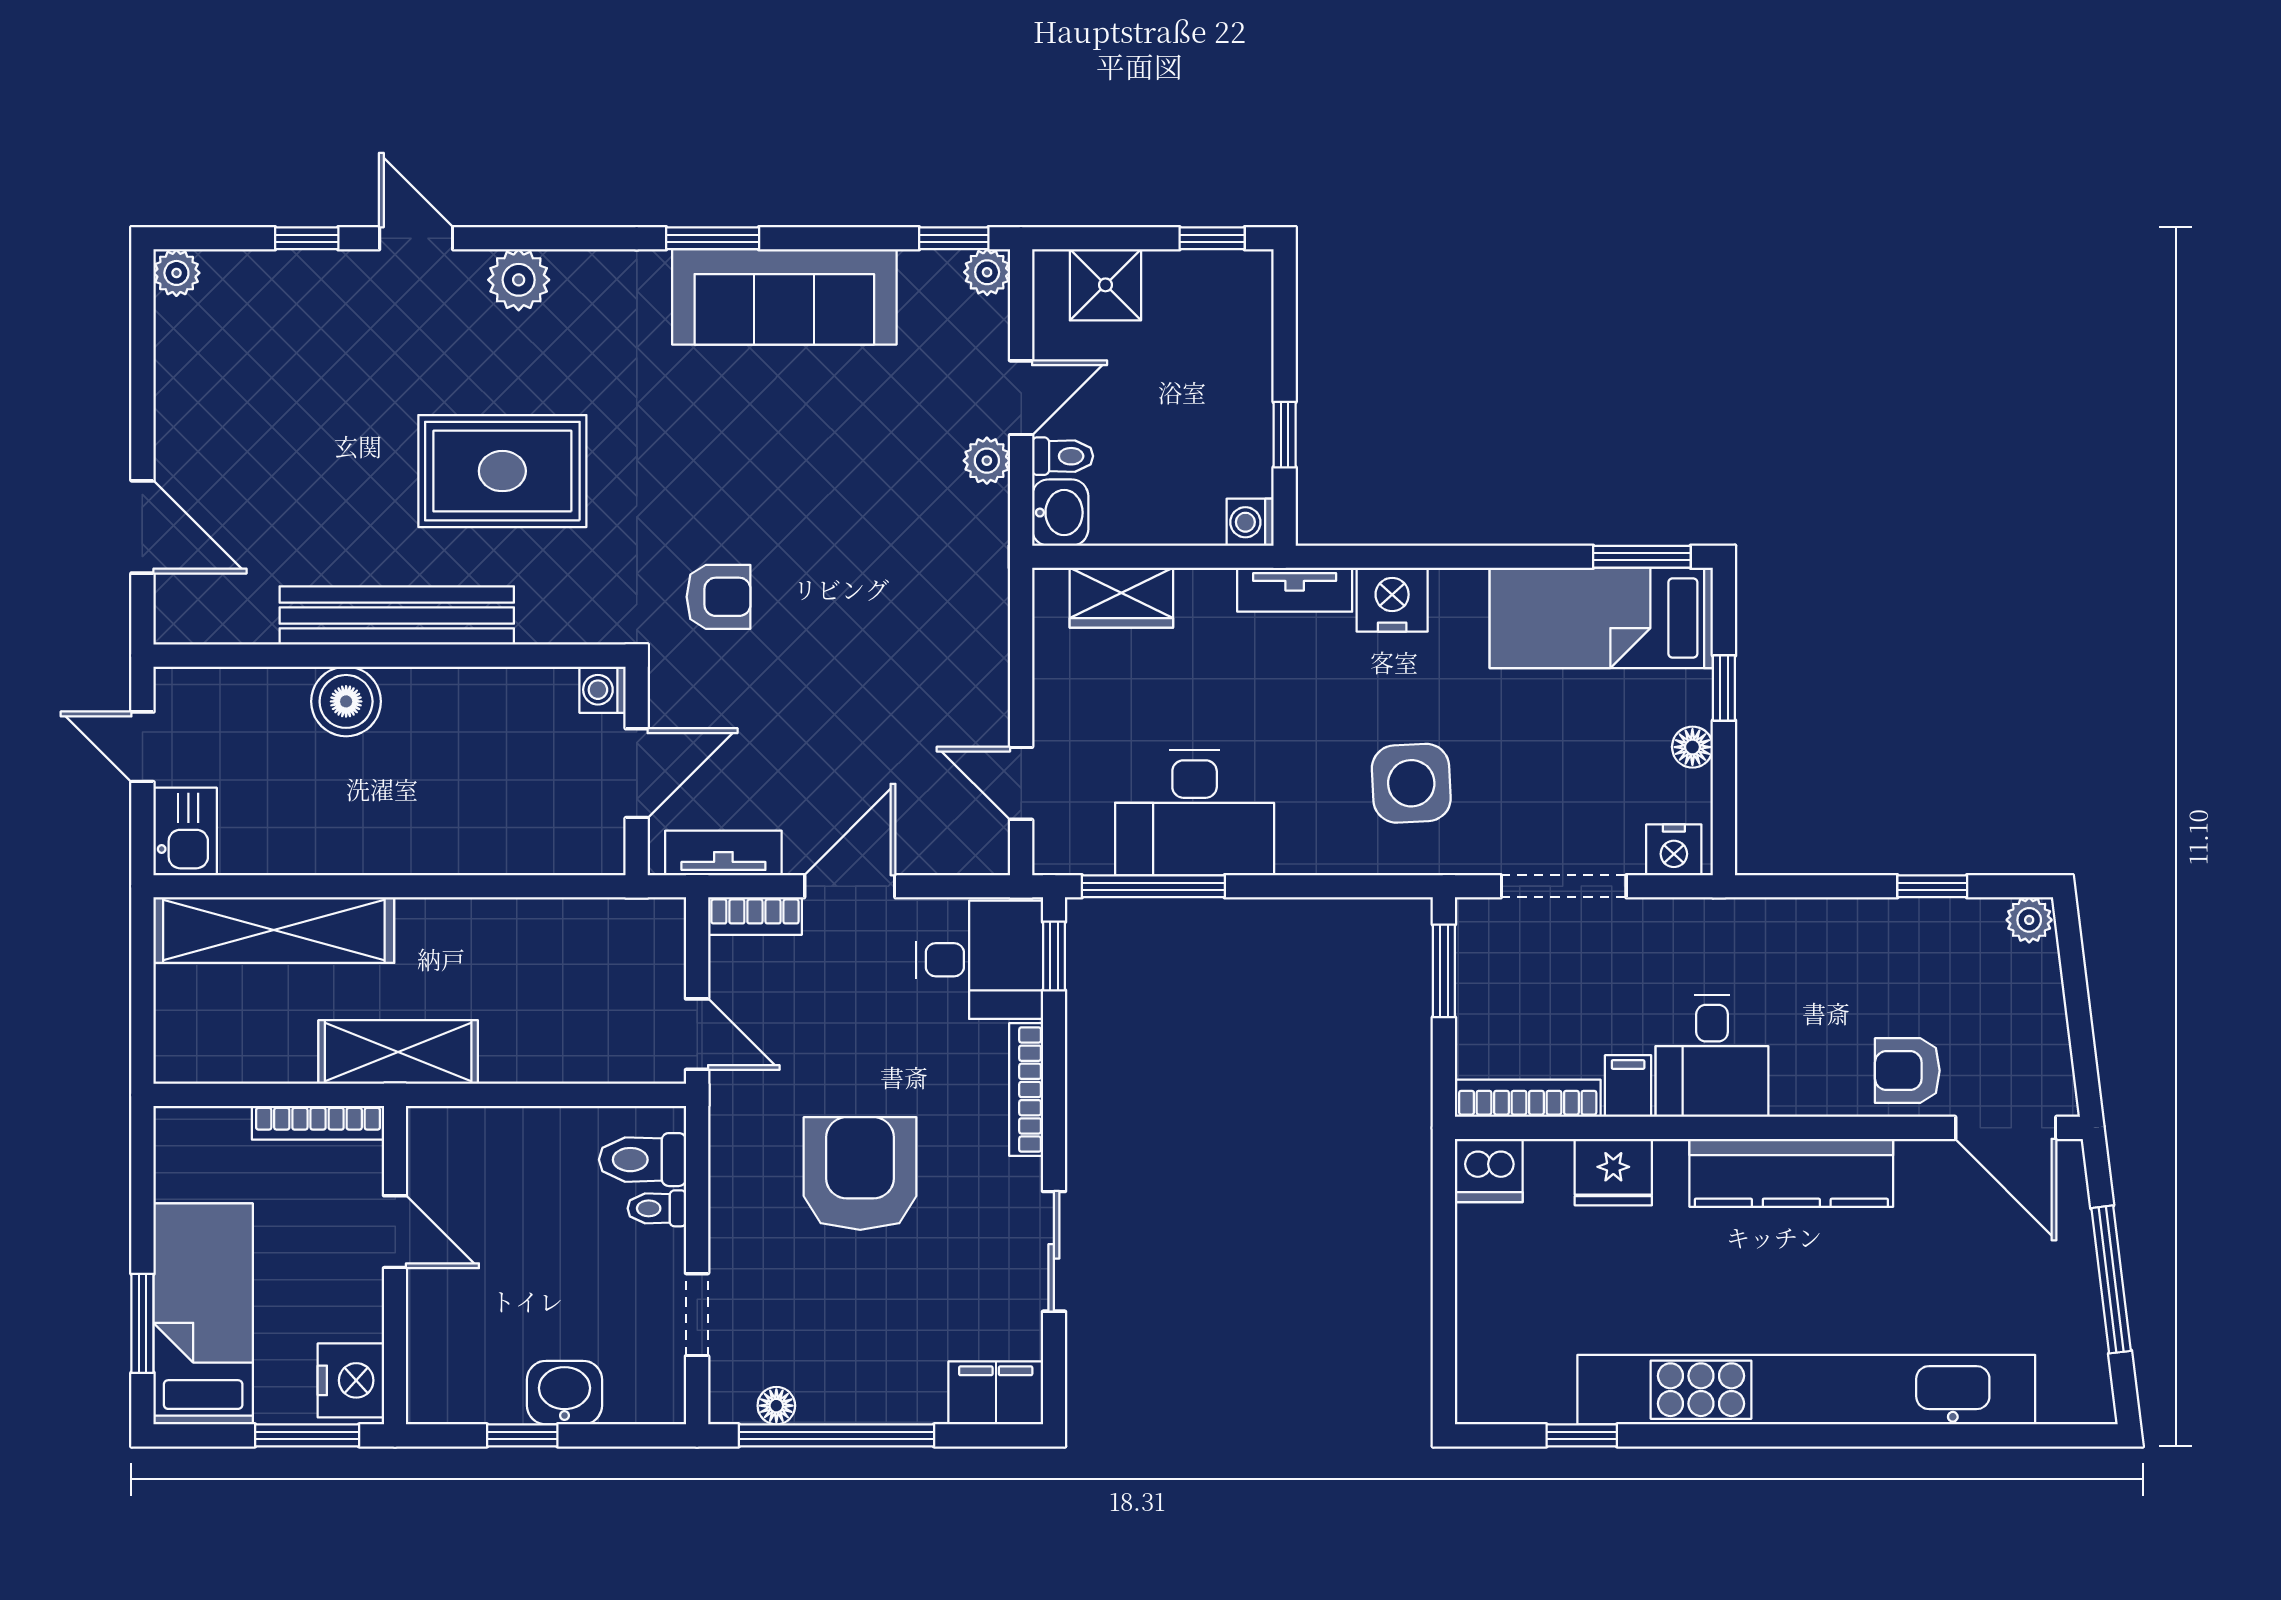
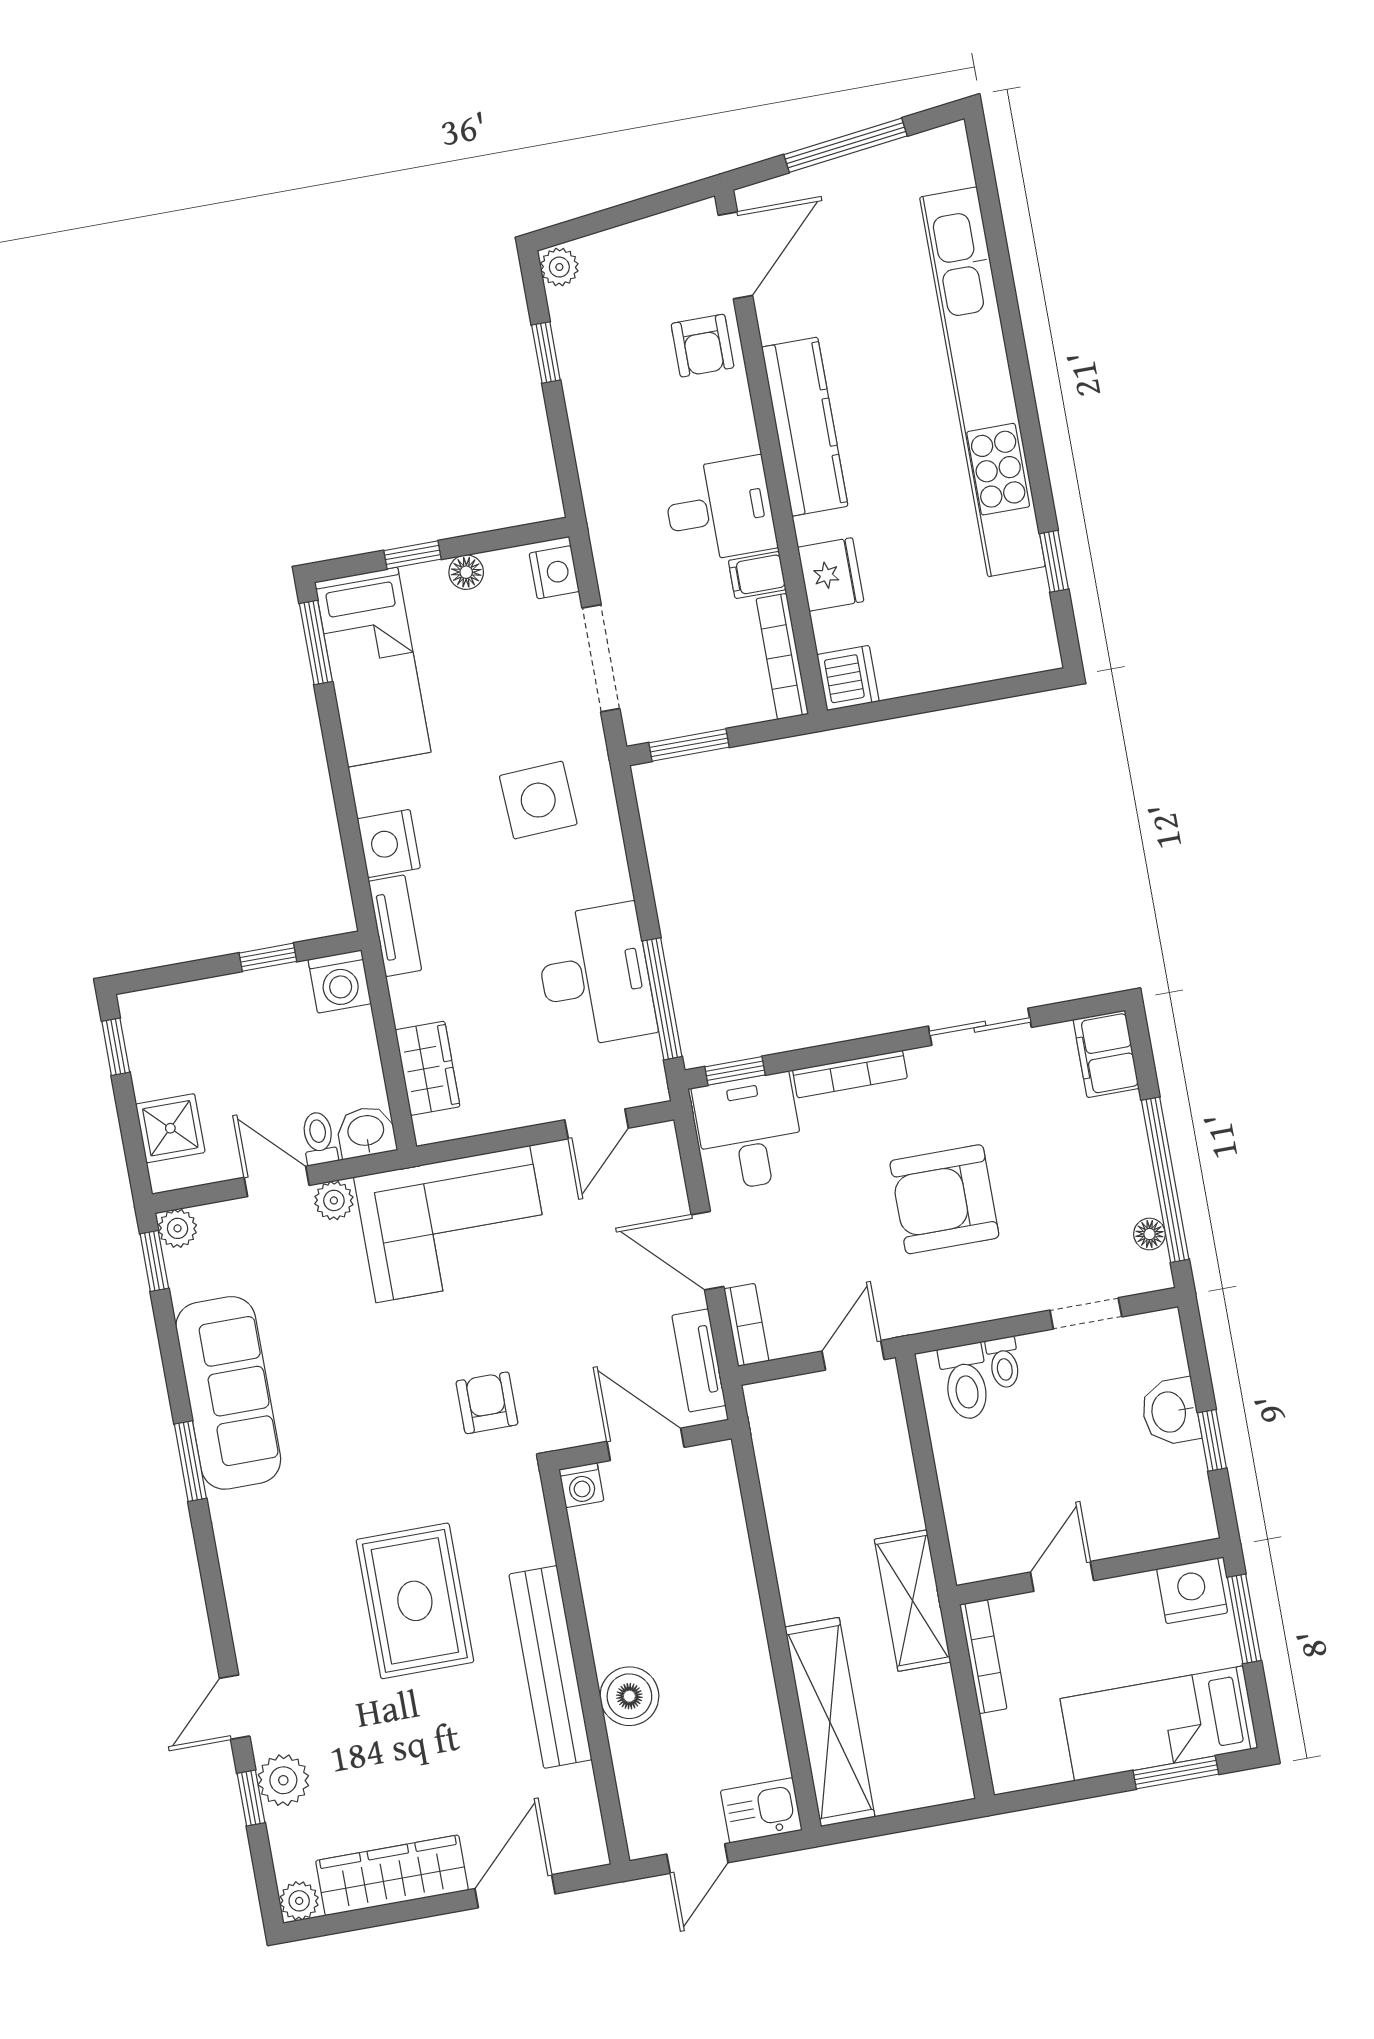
plant: (519, 280) -> (283, 1780), moved
wardrobe: (187, 387) -> (392, 1875), added
washing machine: (1250, 522) -> (340, 982), width x1.38, depth x1.38
corner sofa: (934, 594) -> (453, 1224), added

